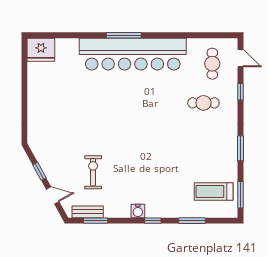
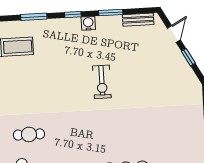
exercise bike: (93, 172) -> (102, 82), moved
door: (53, 195) -> (174, 34), swing flipped
window: (96, 221) -> (111, 12), moved

